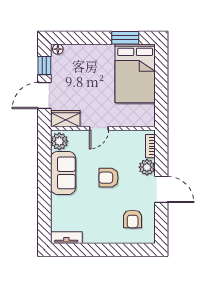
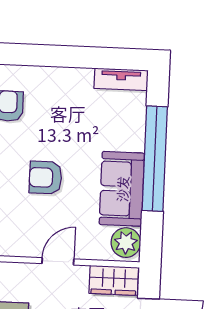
armchair: (108, 178) -> (45, 178), turned 180
window: (44, 192) -> (155, 159), added

